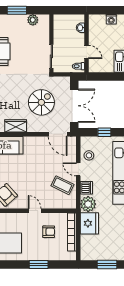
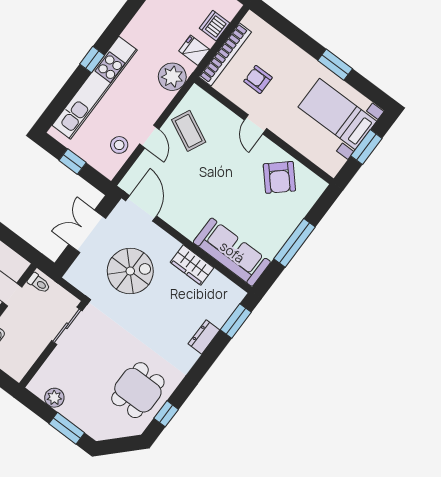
spiral stairs: (41, 102) -> (130, 271), turned 180
double door: (74, 106) -> (87, 231), width x0.73
dishwasher: (86, 188) -> (215, 26), moved
fridge: (89, 223) -> (194, 50), width x0.53, depth x0.75
window: (39, 264) -> (335, 65), moved

